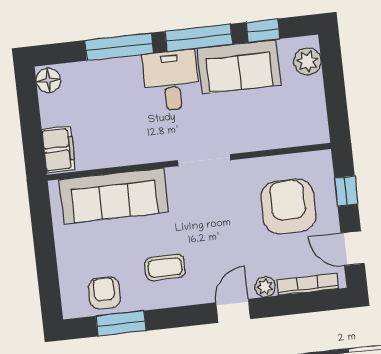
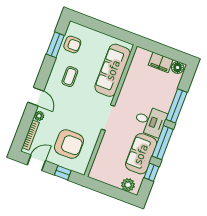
filing cabinet: (59, 149) -> (161, 62), moved

